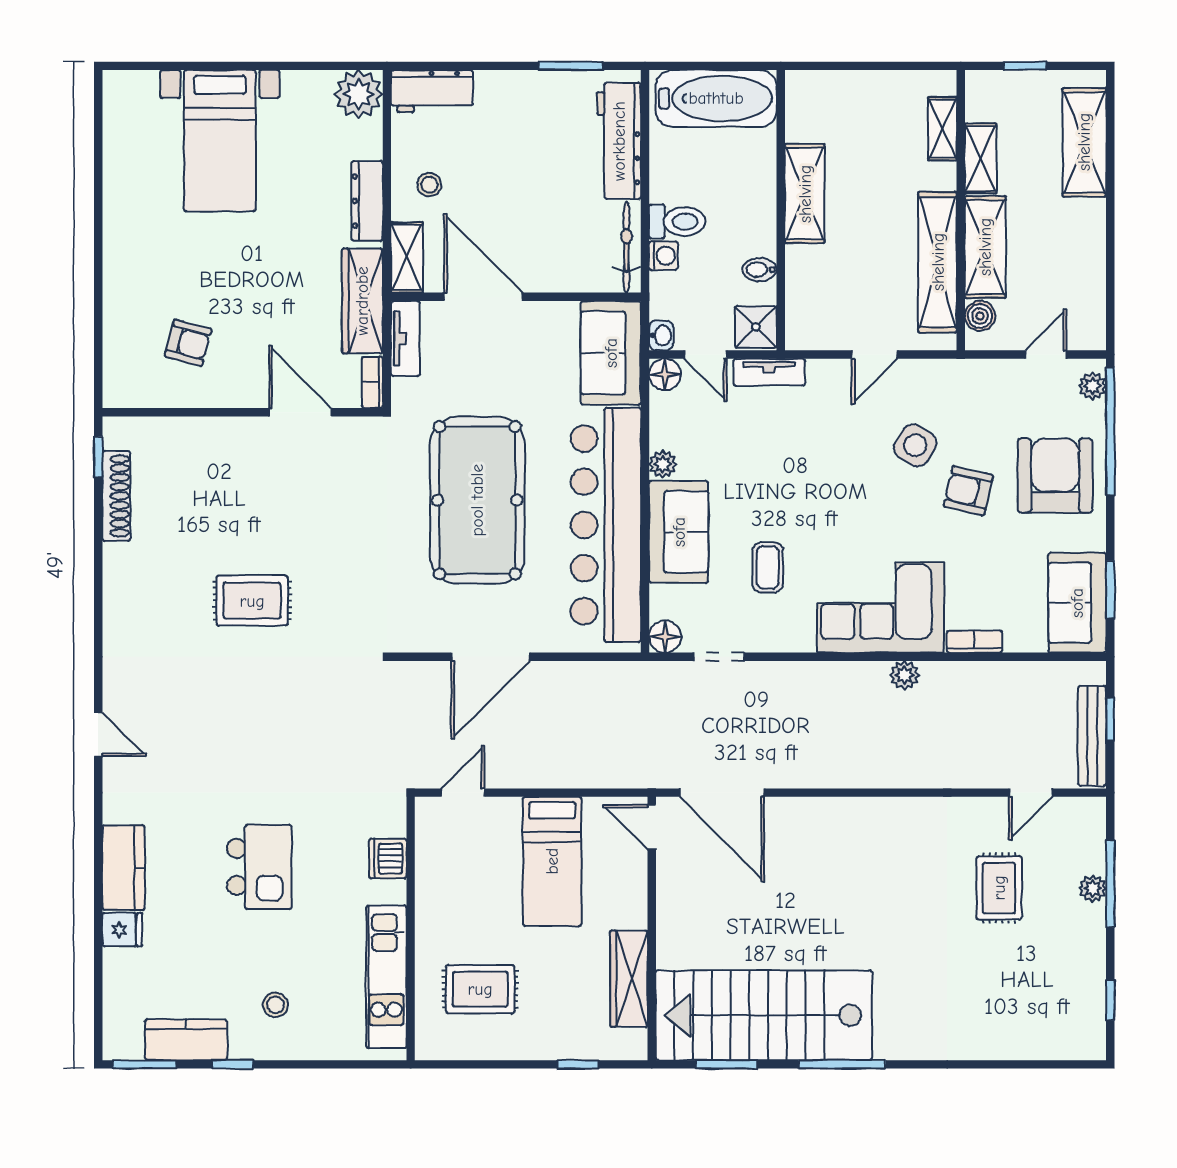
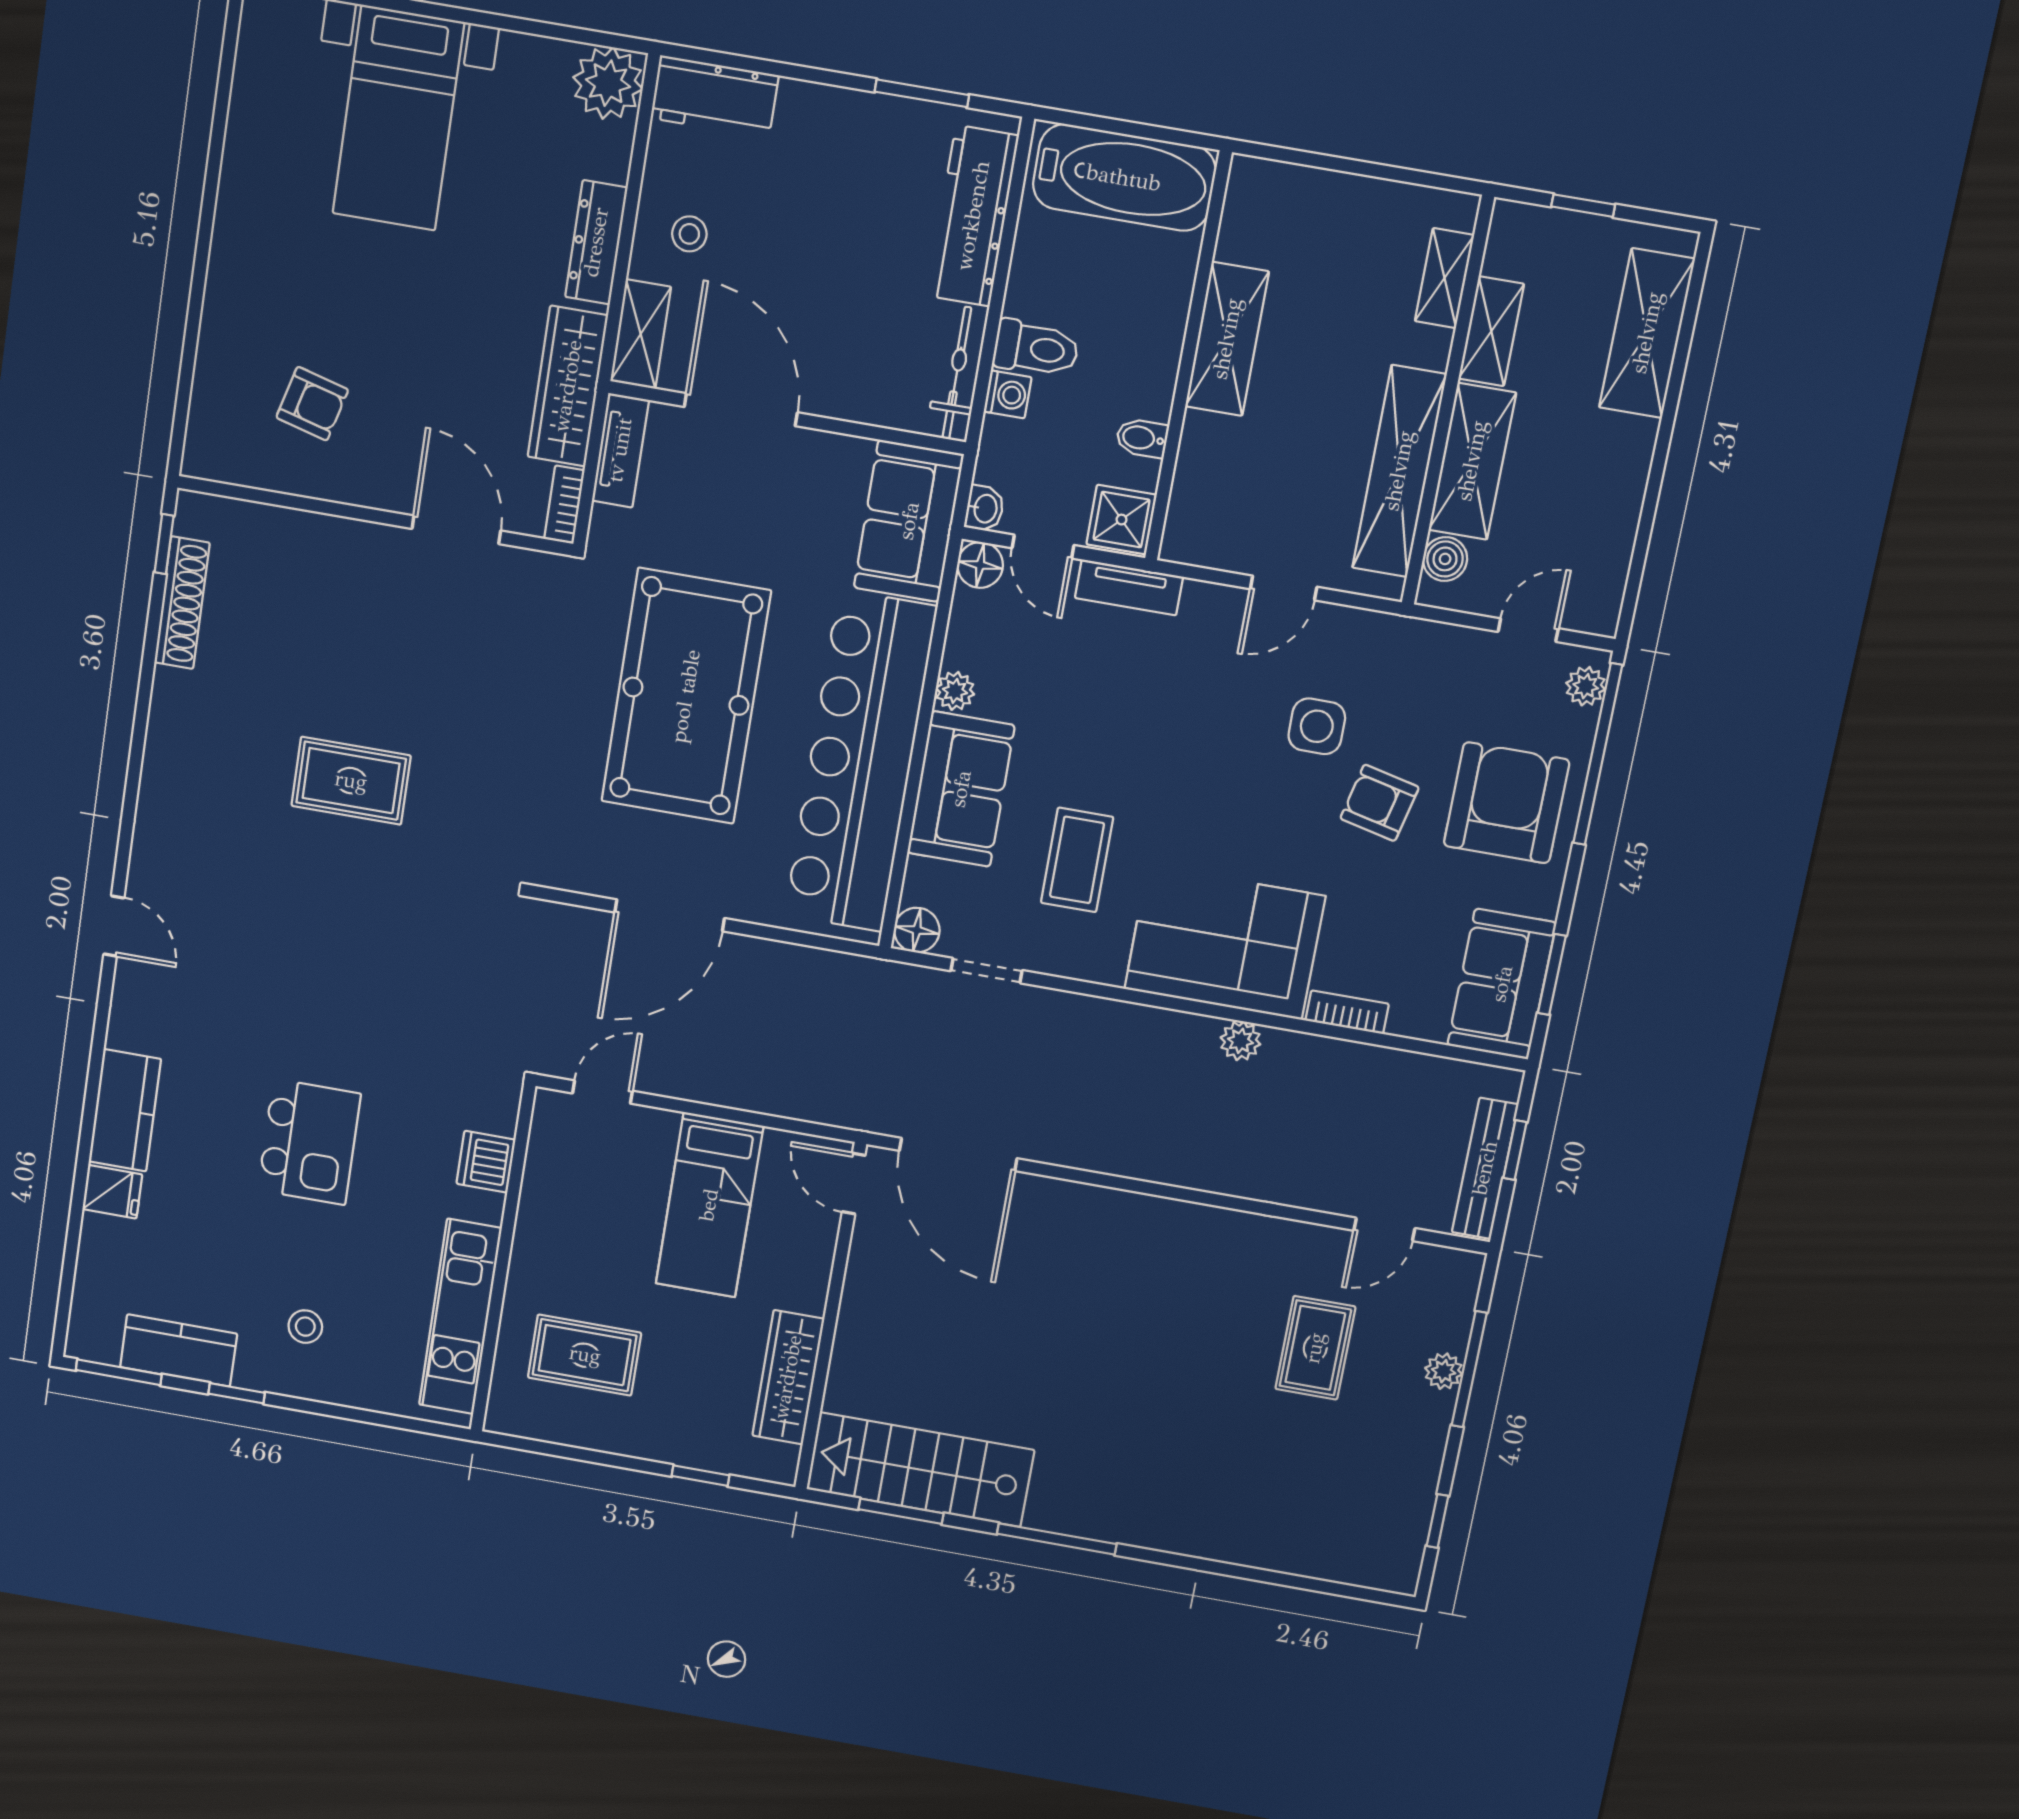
side table: (915, 445) -> (1317, 726), turned -31
coffee table: (768, 567) -> (1077, 860), width x1.36, depth x1.30
stairs: (764, 1015) -> (920, 1470), width x0.73, depth x0.66

